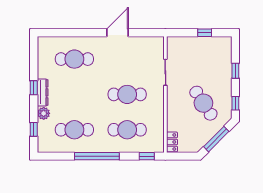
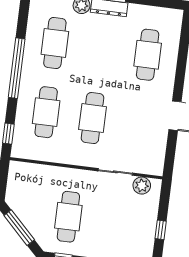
plant: (173, 51) -> (142, 186), added
cafe table: (203, 103) -> (68, 217), turned -57
locker: (172, 142) -> (23, 169), removed

